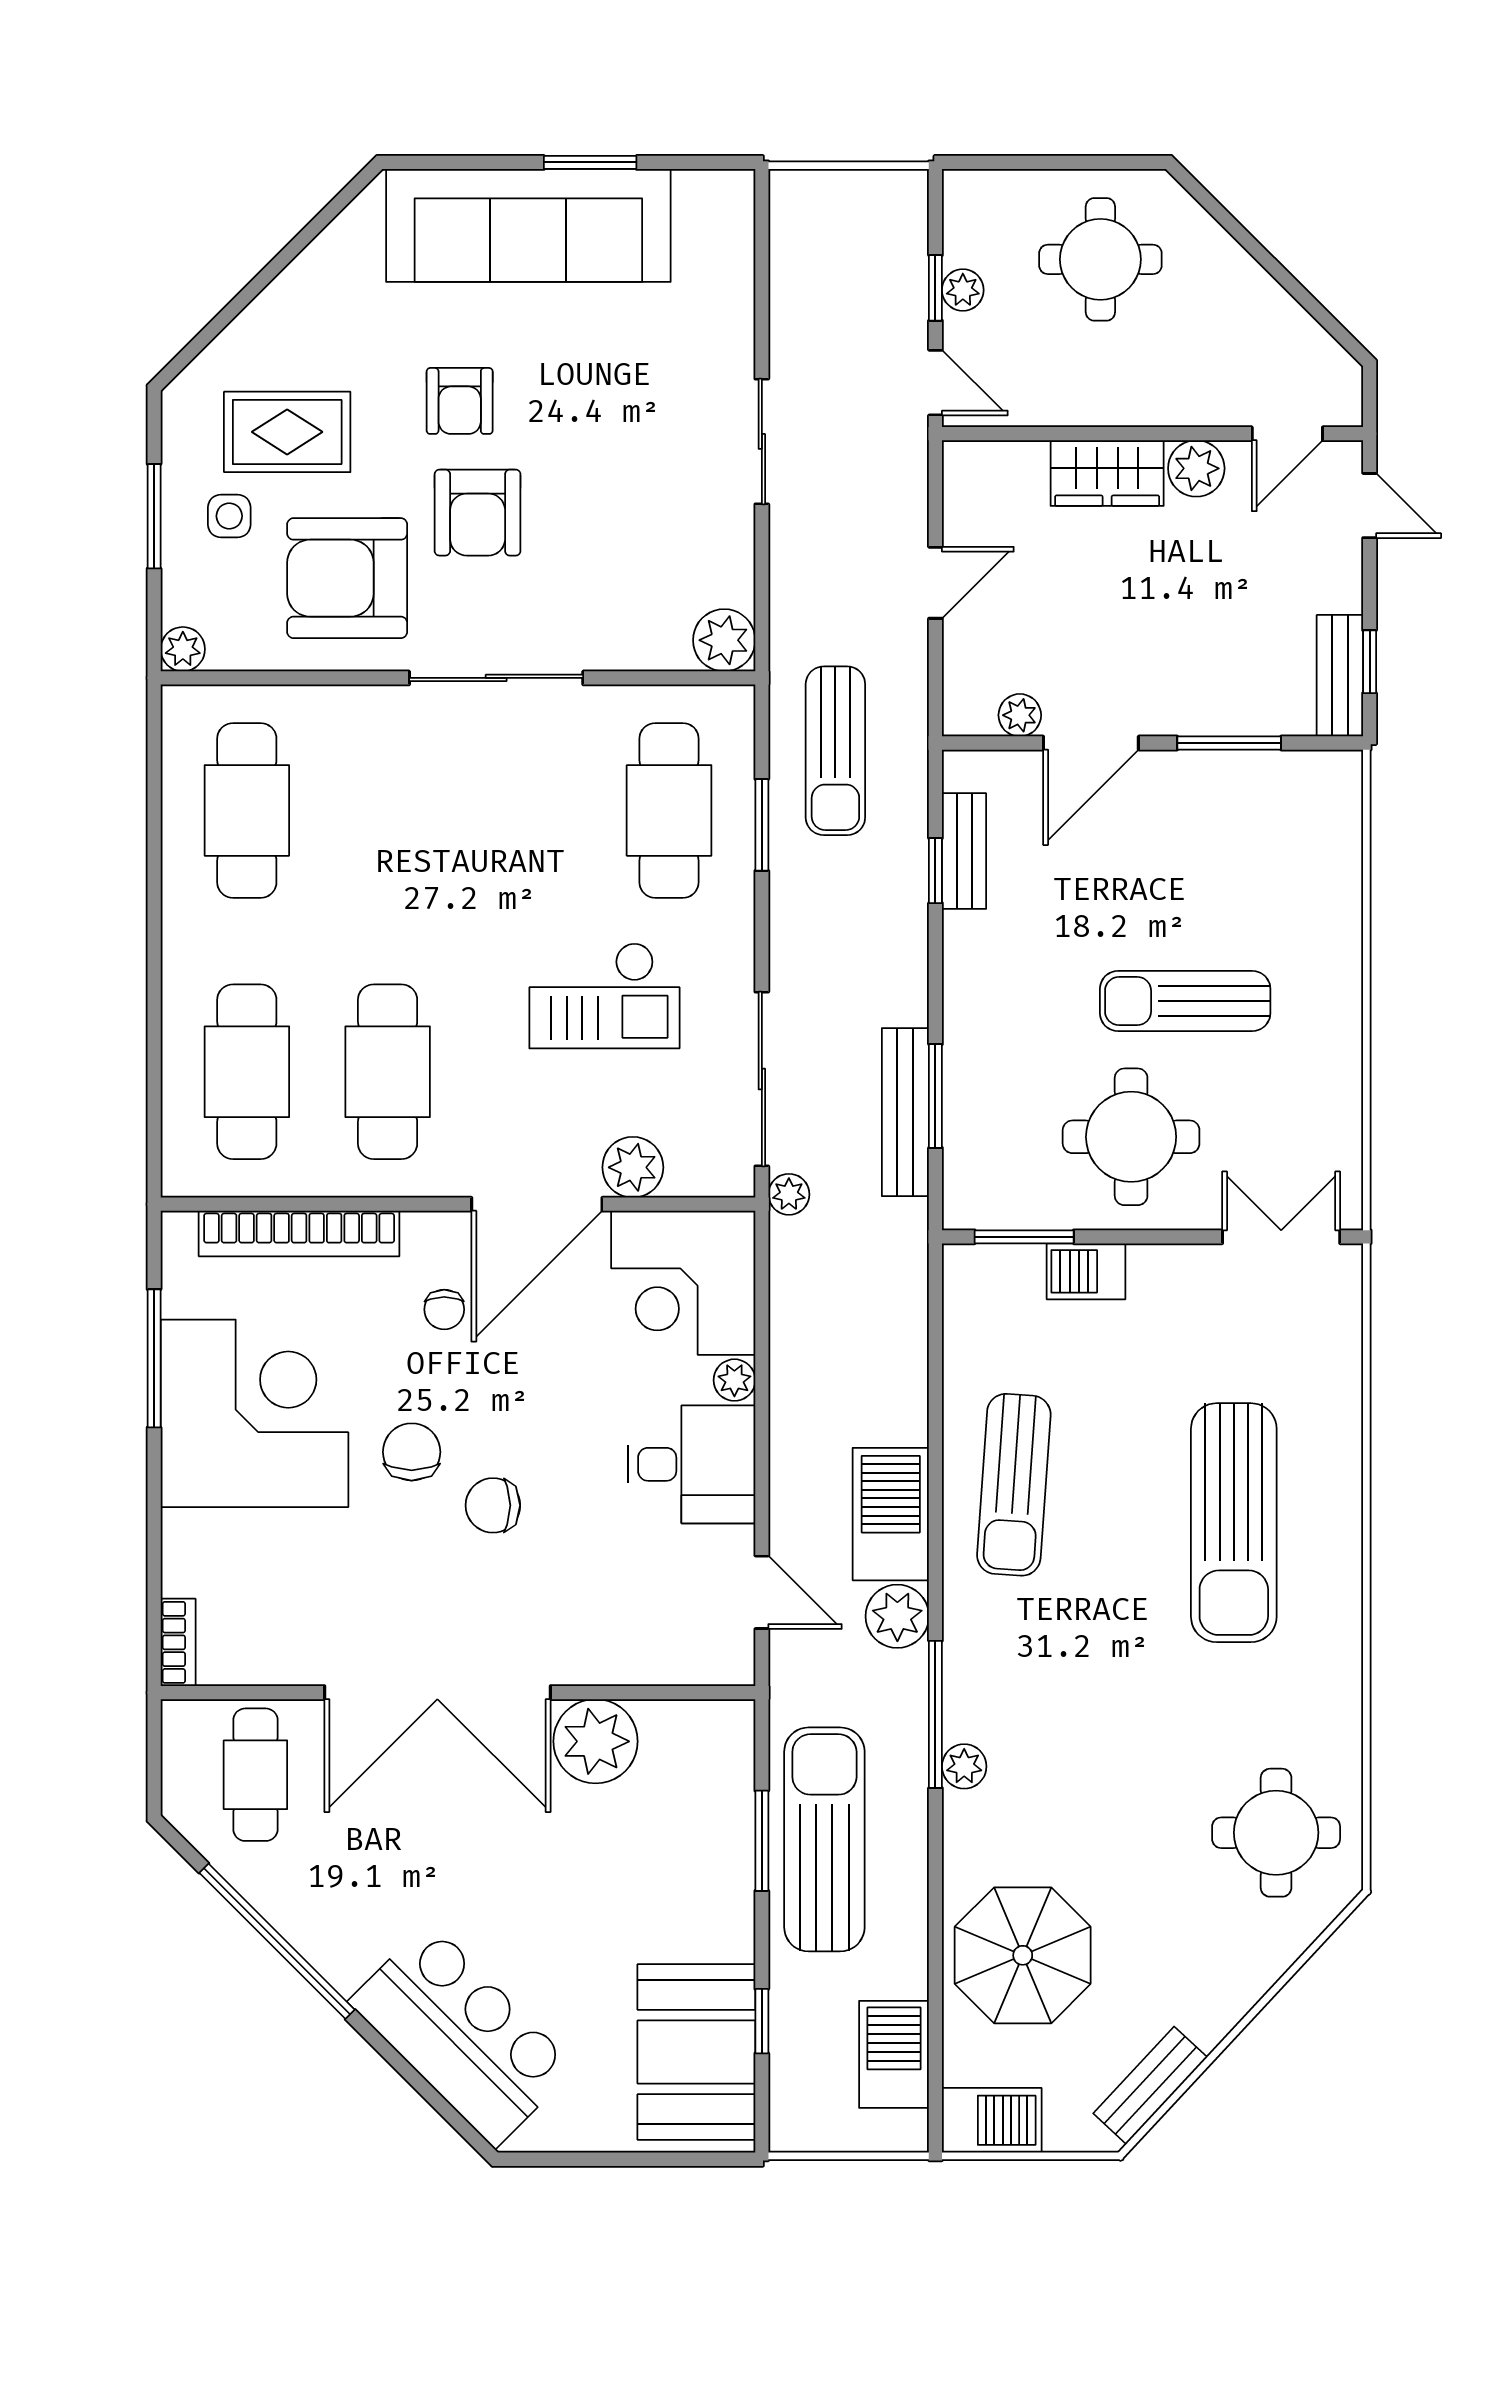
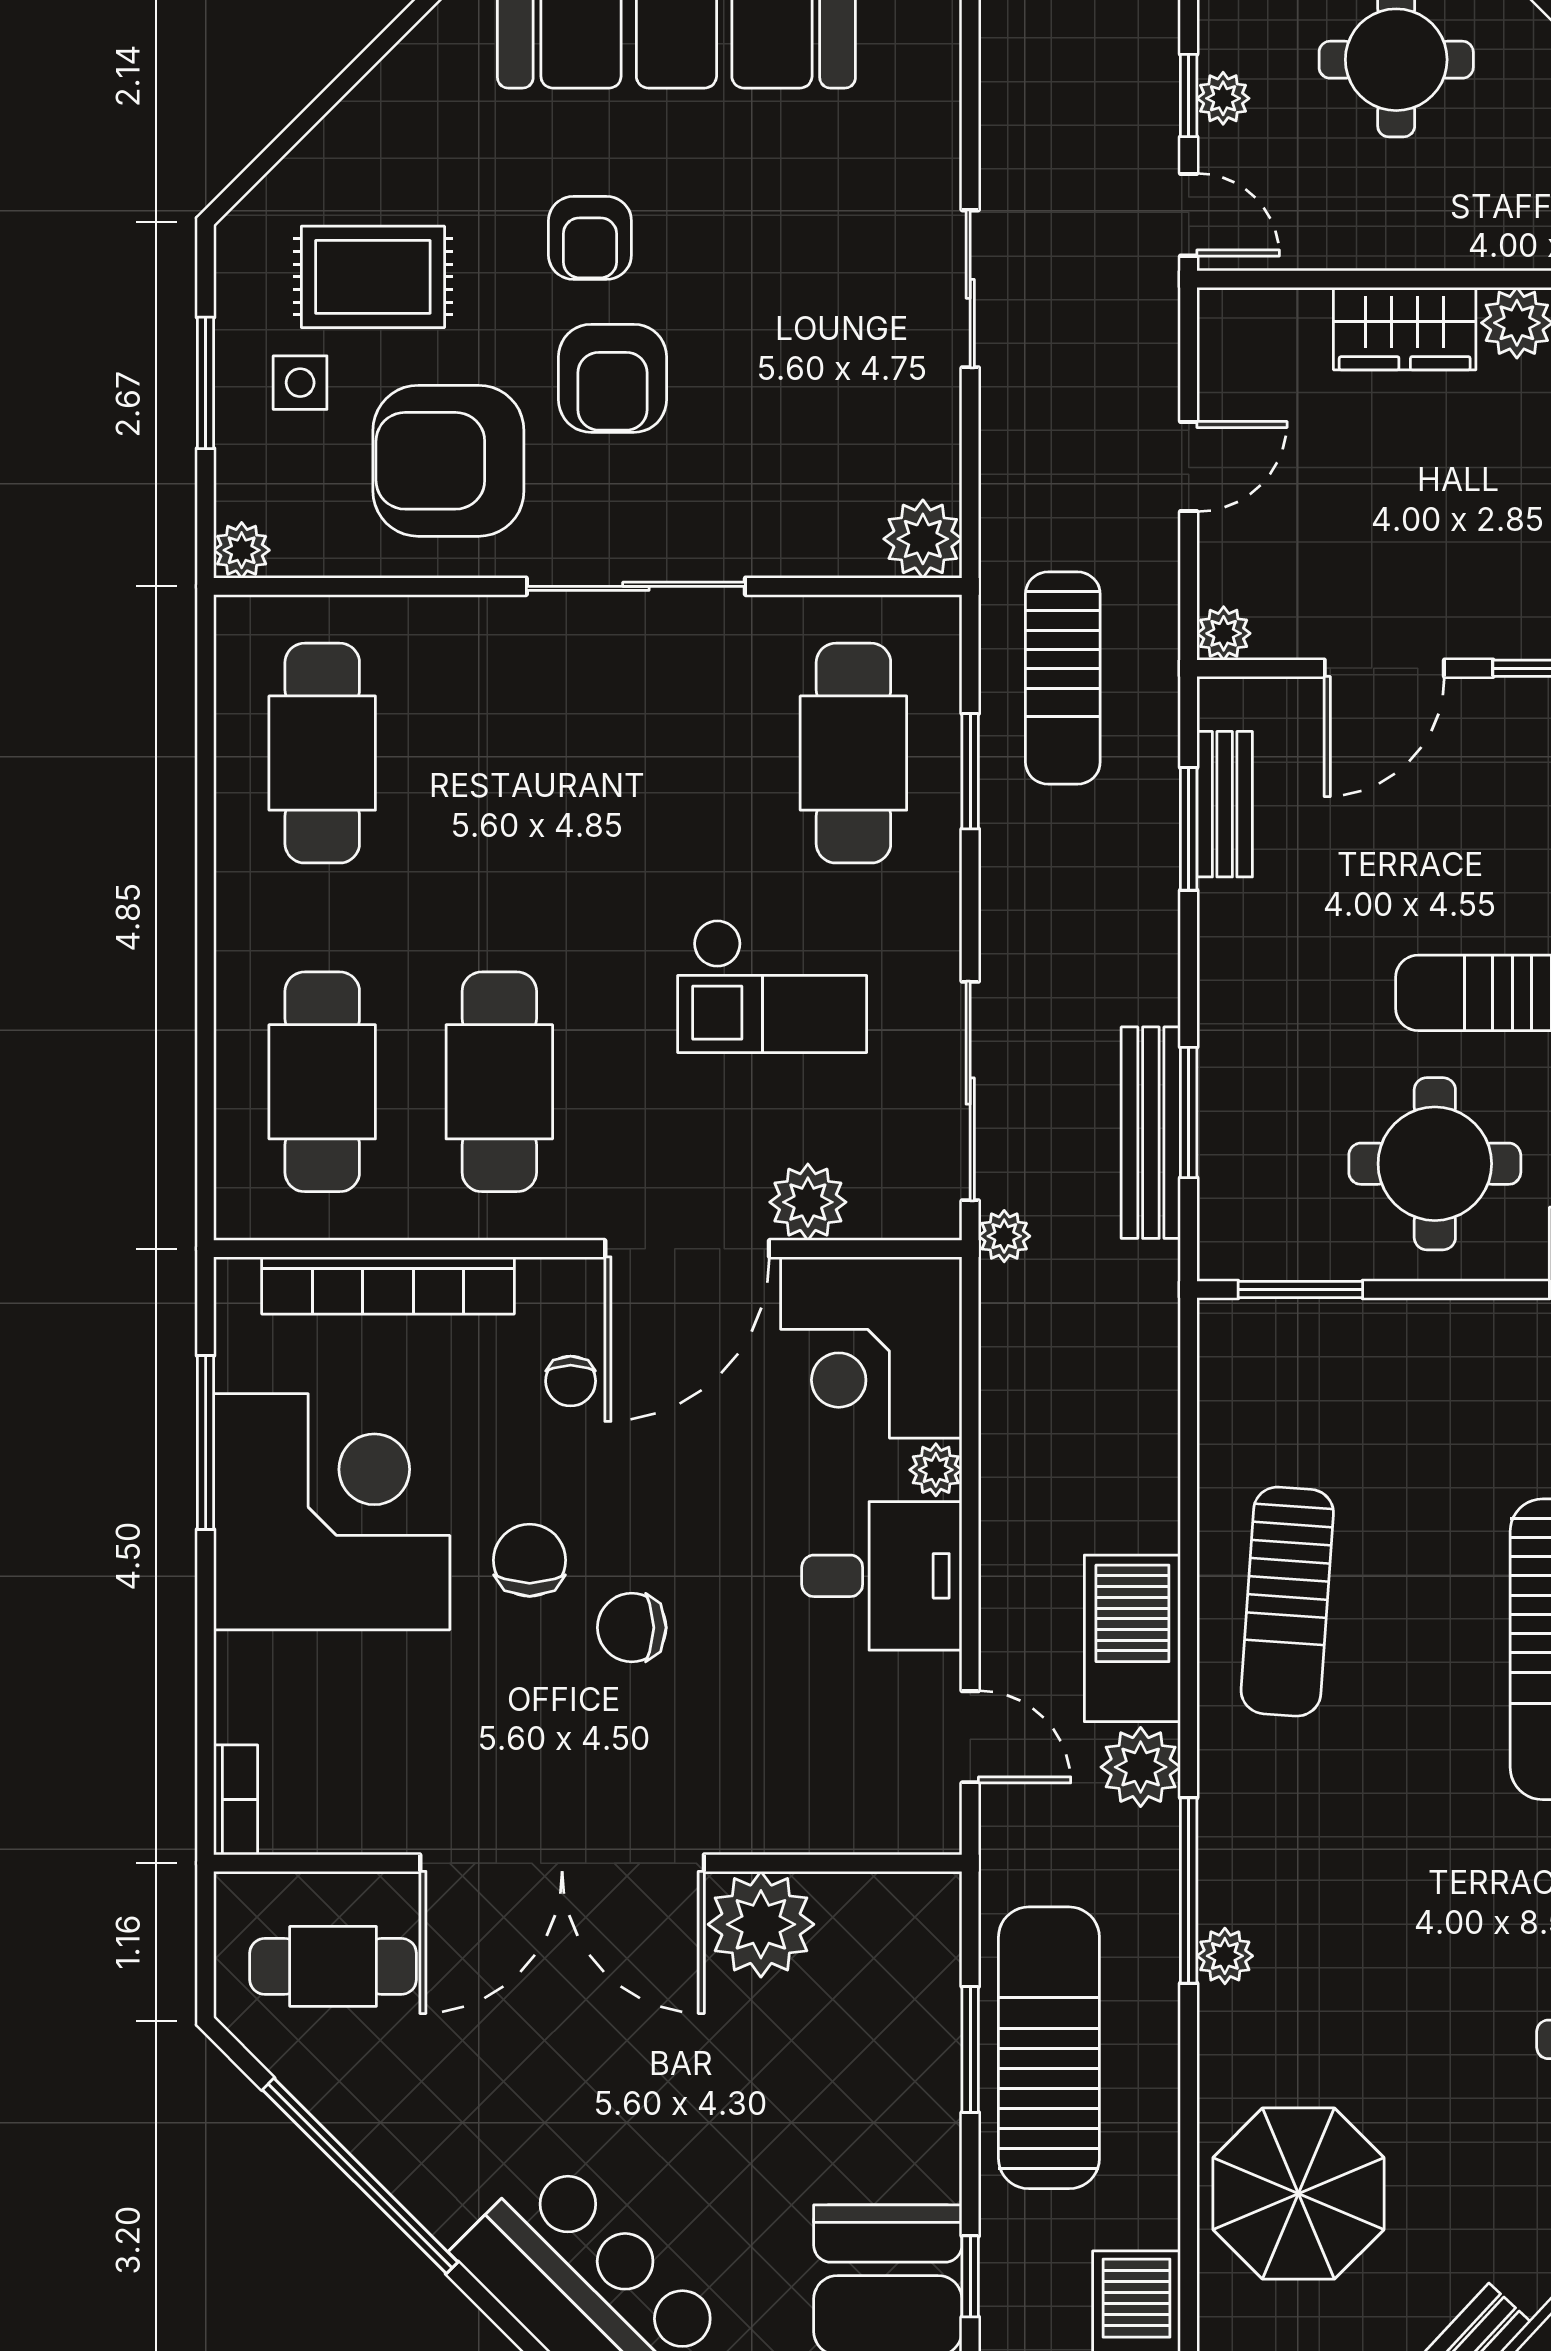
plant: (1020, 715) -> (1224, 633), moved
window: (935, 871) -> (1189, 829), width x1.50
barbecue: (1086, 1271) -> (1378, 1333), removed
cafe table: (255, 1775) -> (333, 1966), turned 90

